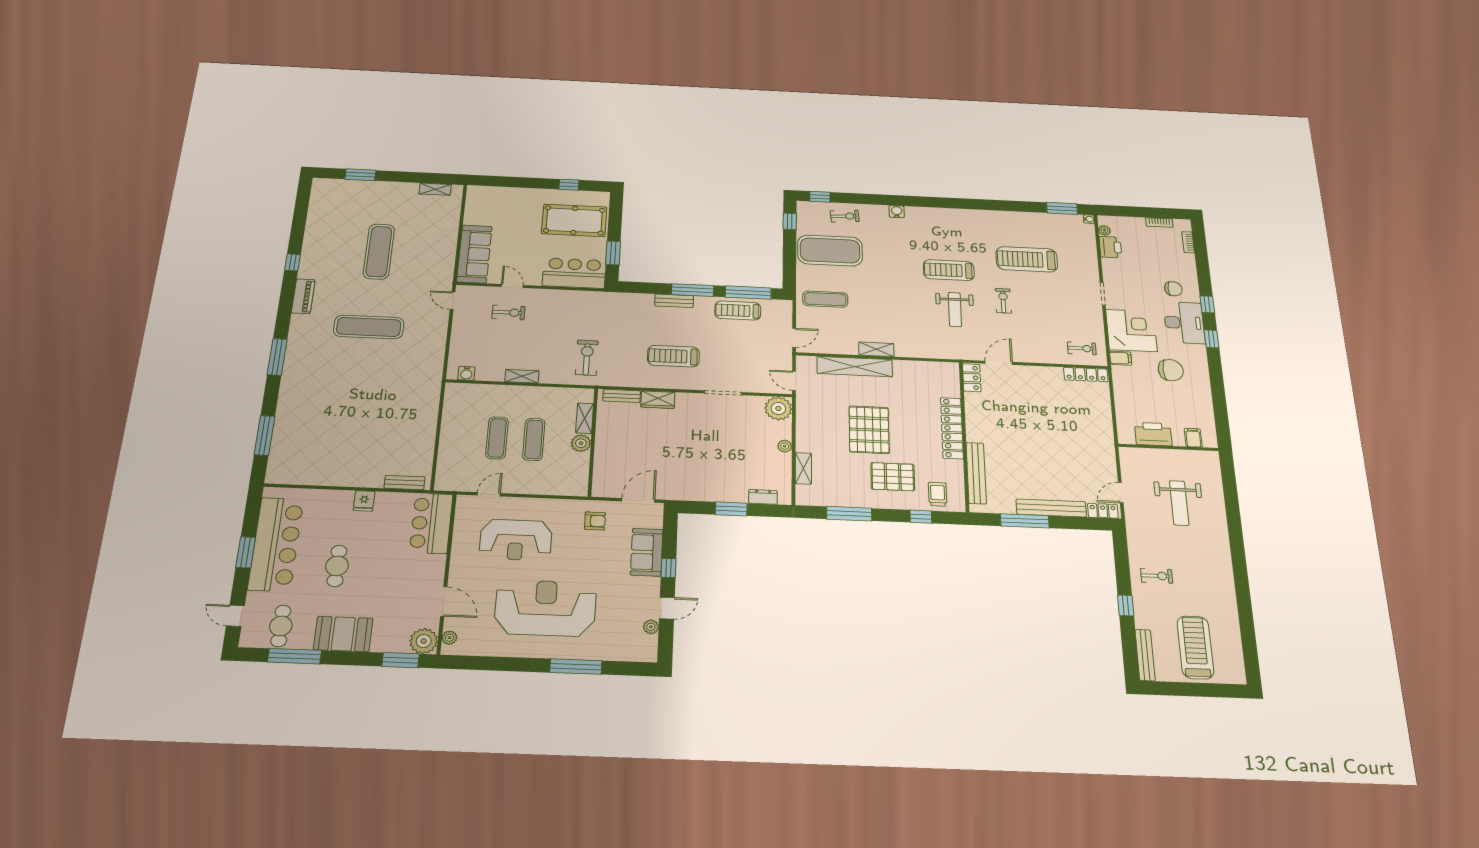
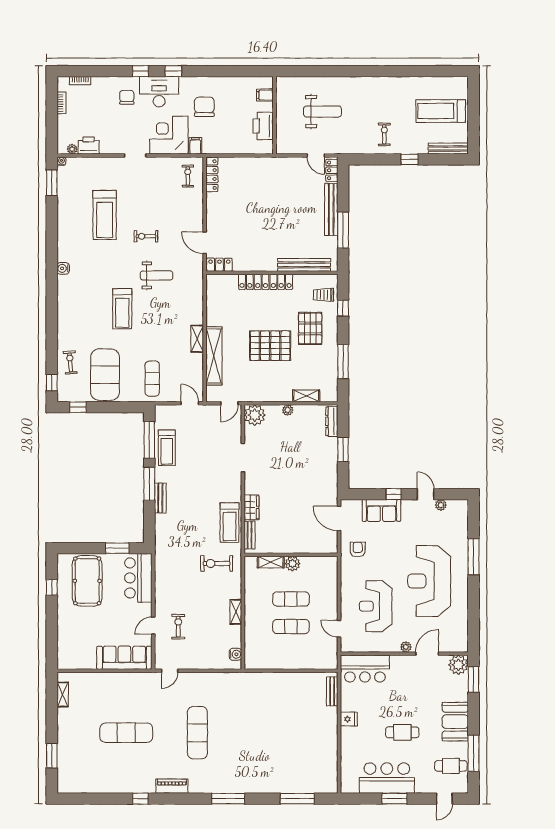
water cooler: (897, 212) -> (63, 268), moved
treadmill: (949, 270) -> (122, 309), moved
treadmill: (673, 356) -> (230, 523), moved
dresser: (763, 497) -> (332, 421), width x1.44
reception desk: (516, 540) -> (376, 606), turned 180
bar counter: (276, 544) -> (387, 778), width x0.73
plant: (449, 638) -> (406, 647), moved

